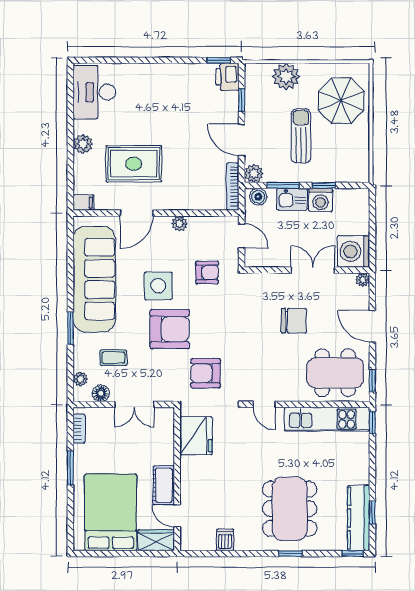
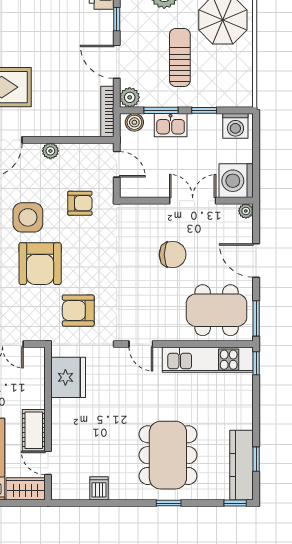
washing machine: (321, 200) -> (235, 126), moved
armchair: (170, 329) -> (40, 264), turned 90
window: (372, 380) -> (256, 318), width x1.50

